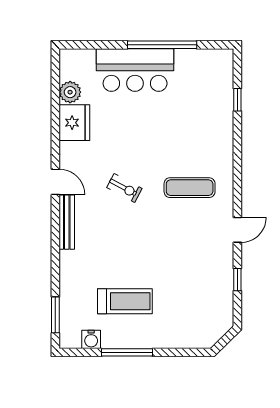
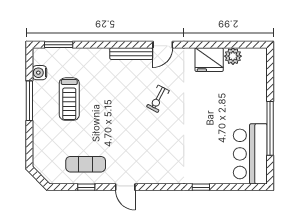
bar counter: (135, 70) -> (250, 154), moved
window: (237, 100) -> (201, 187), moved
exercise mat: (190, 188) -> (86, 164), moved, turned 90

